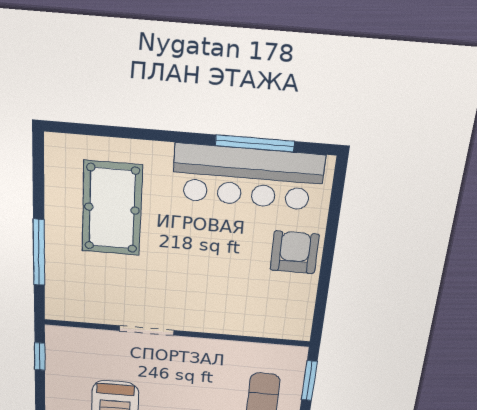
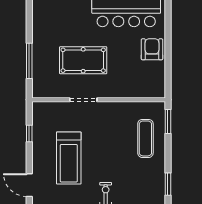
pool table: (112, 209) -> (83, 60), moved, turned 90
window: (40, 356) -> (29, 133), moved

